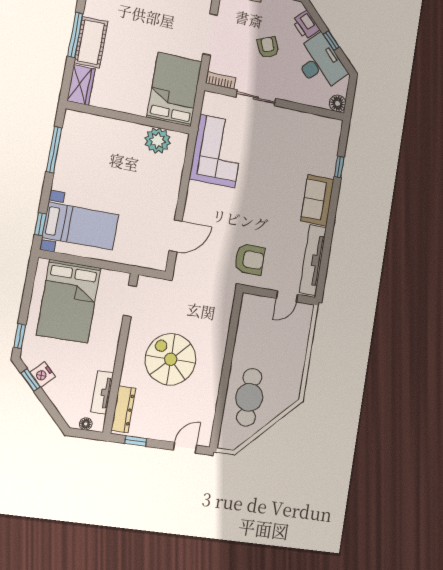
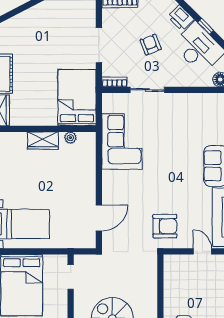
wardrobe: (126, 131) -> (43, 141), added
plant: (158, 141) -> (70, 138), width x0.53, depth x0.53
door: (287, 296) -> (202, 251), swing flipped

